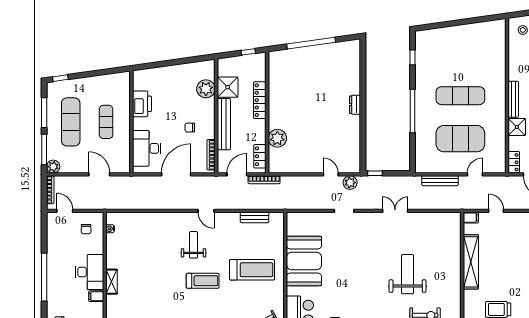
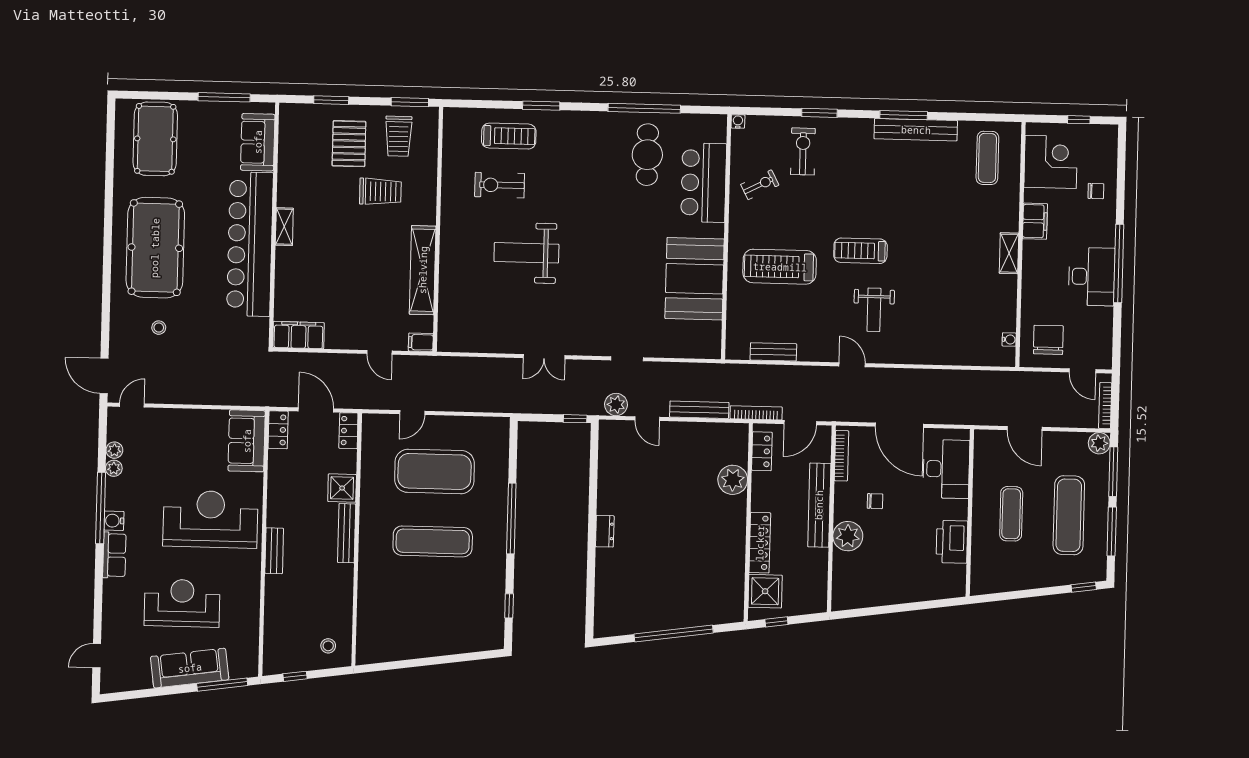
shower: (228, 87) -> (765, 591), moved
plant: (206, 89) -> (848, 536), moved
door: (176, 174) -> (899, 425), hinge flipped
bench: (440, 181) -> (699, 410), moved
chair: (86, 229) -> (1048, 340), width x1.87, depth x1.87
desk: (90, 272) -> (1092, 277), moved, turned 180
weight bench: (408, 274) -> (526, 253), turned 90
filing cabinet: (96, 296) -> (1035, 221), width x2.00

